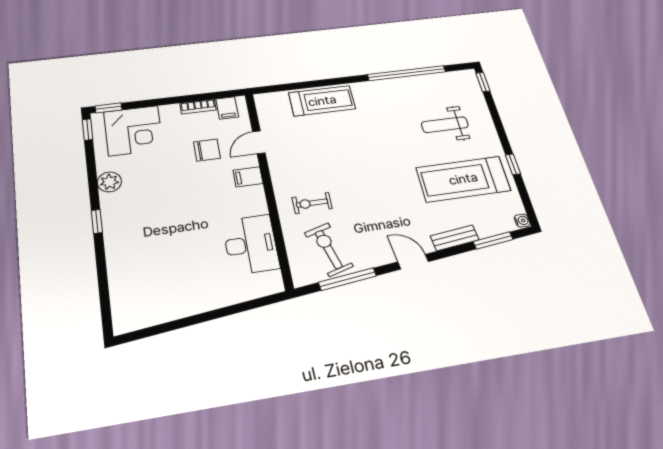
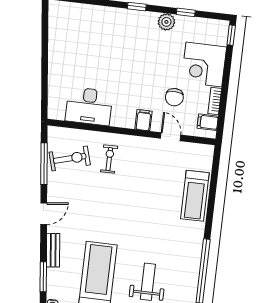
window: (88, 130) -> (186, 12), moved
corner desk: (134, 131) -> (204, 65), moved

